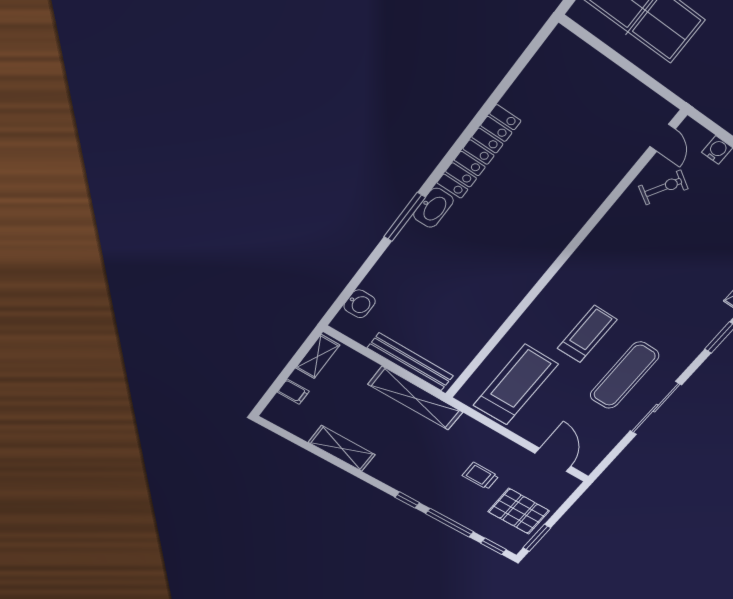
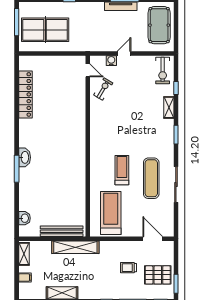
locker: (479, 152) -> (25, 94), moved

